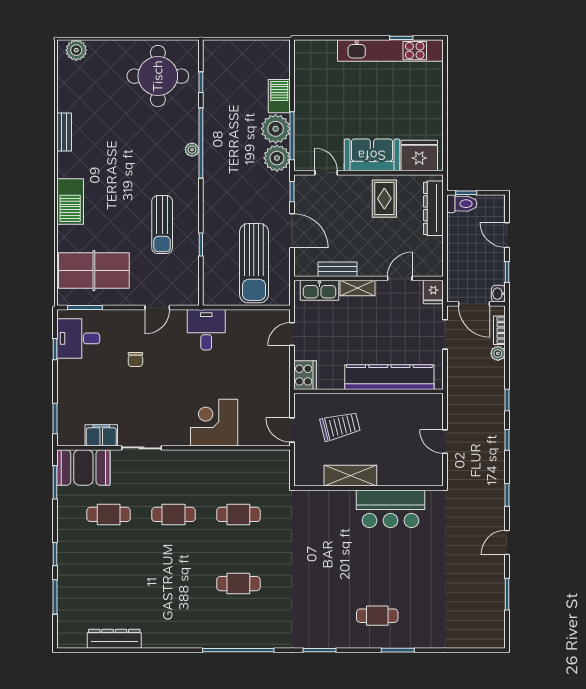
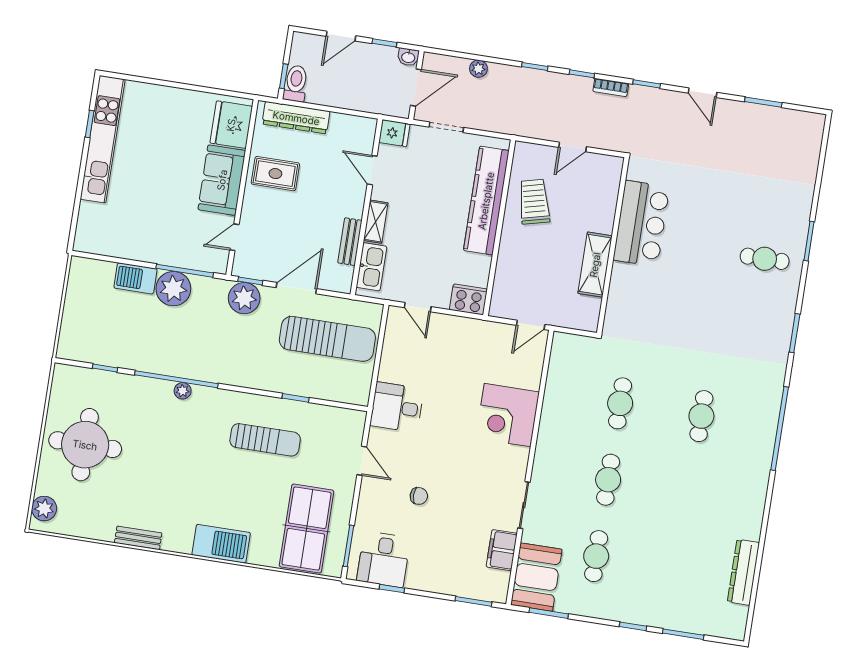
round table: (158, 76) -> (85, 445), moved
plant: (277, 158) -> (244, 298), moved
bookcase: (499, 330) -> (611, 87), moved
trolley: (340, 426) -> (534, 202), moved
cafe table: (377, 616) -> (765, 259), turned 90

